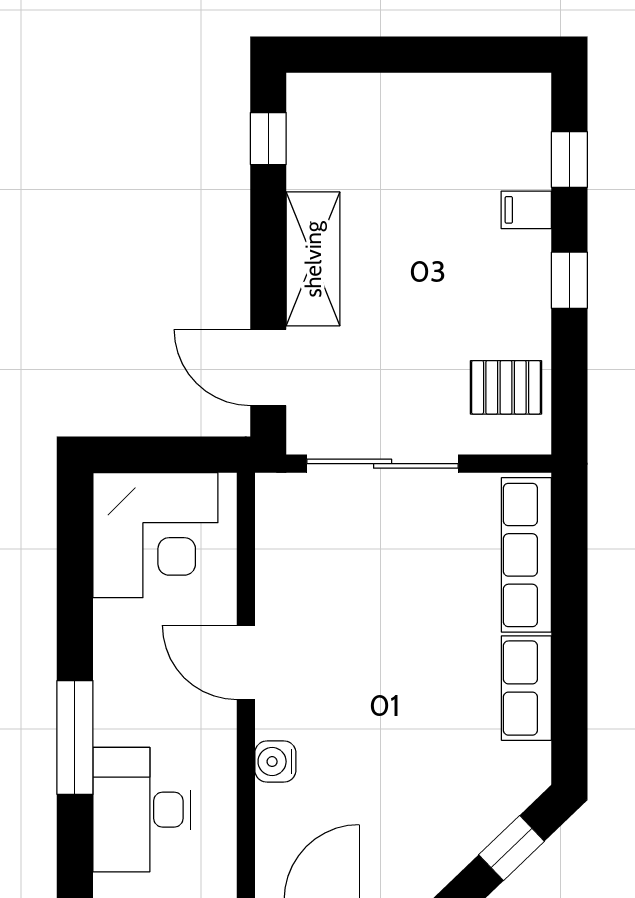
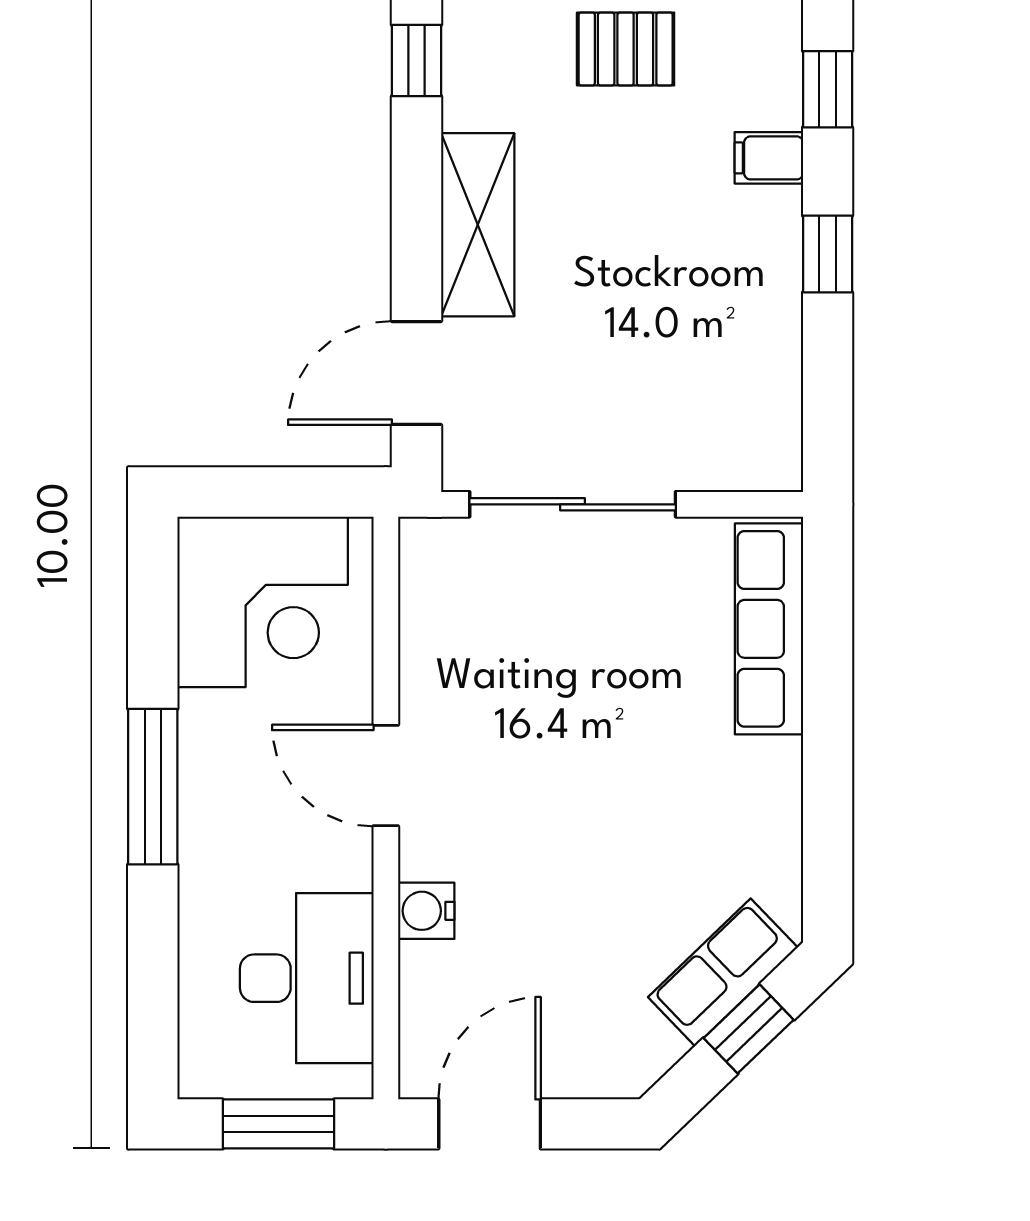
door: (268, 367) -> (417, 373), hinge flipped
pallet: (506, 387) -> (626, 49), moved
row of seats: (526, 688) -> (723, 972), moved, turned 46
window: (75, 737) -> (153, 787), moved
desk: (142, 810) -> (307, 978), moved, turned 180

